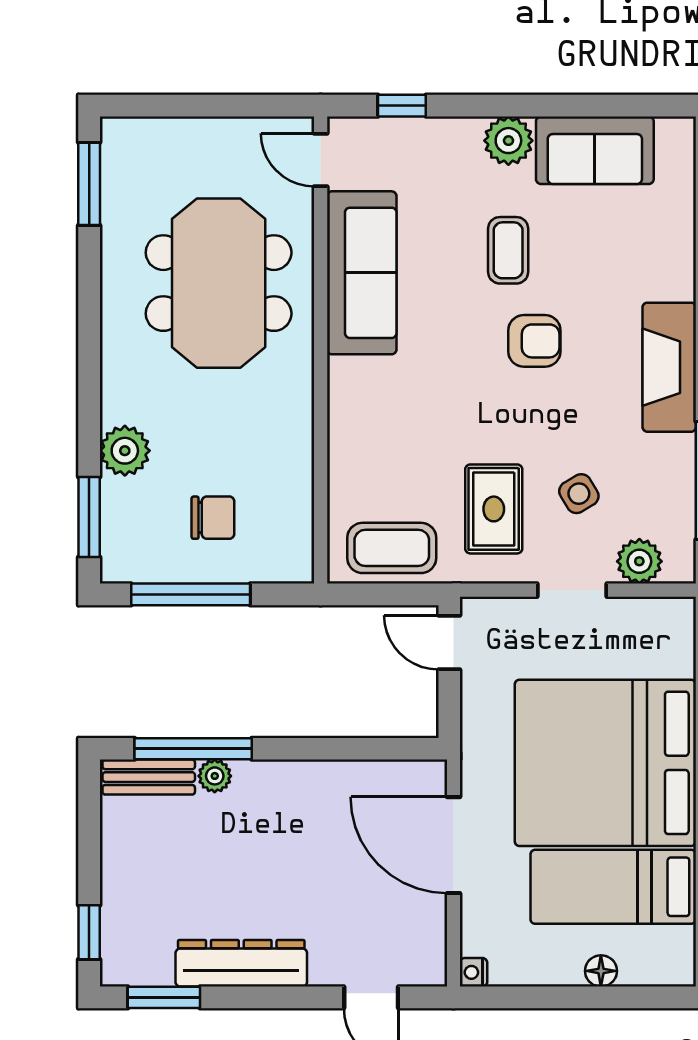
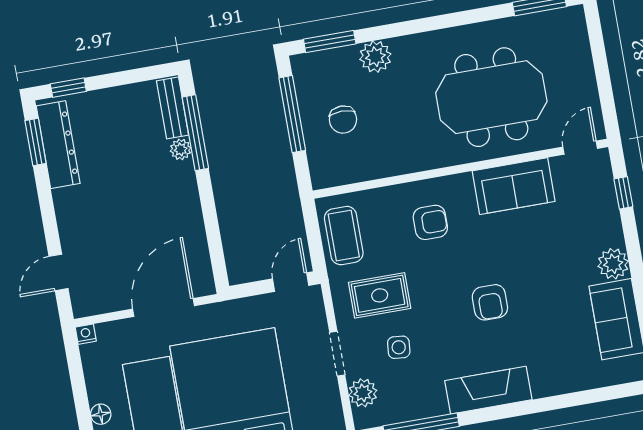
coffee table: (508, 250) -> (544, 276), removed
sofa: (362, 273) -> (514, 186), width x0.73
armchair: (395, 411) -> (430, 222), added
side table: (579, 494) -> (399, 347), turned 36
dresser: (241, 963) -> (58, 145), moved

